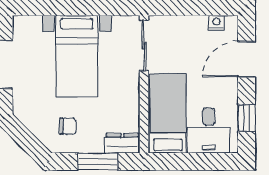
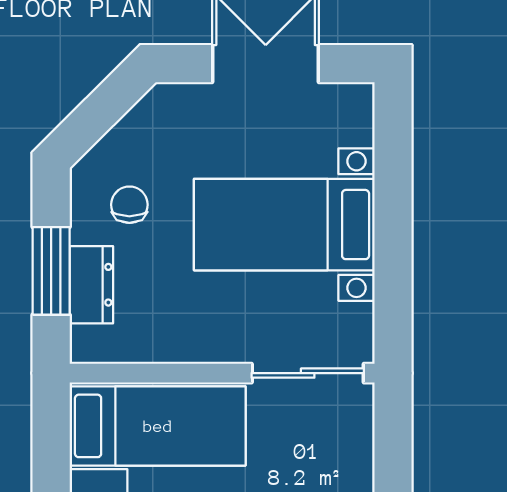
chair: (68, 126) -> (129, 205), turned 180
dresser: (122, 143) -> (91, 285), moved

